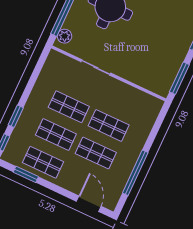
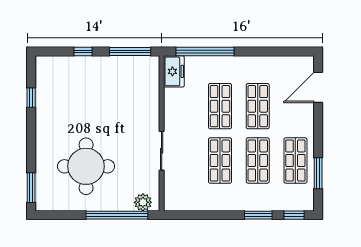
freezer: (150, 103) -> (174, 71), added
window: (135, 173) -> (205, 52), moved

